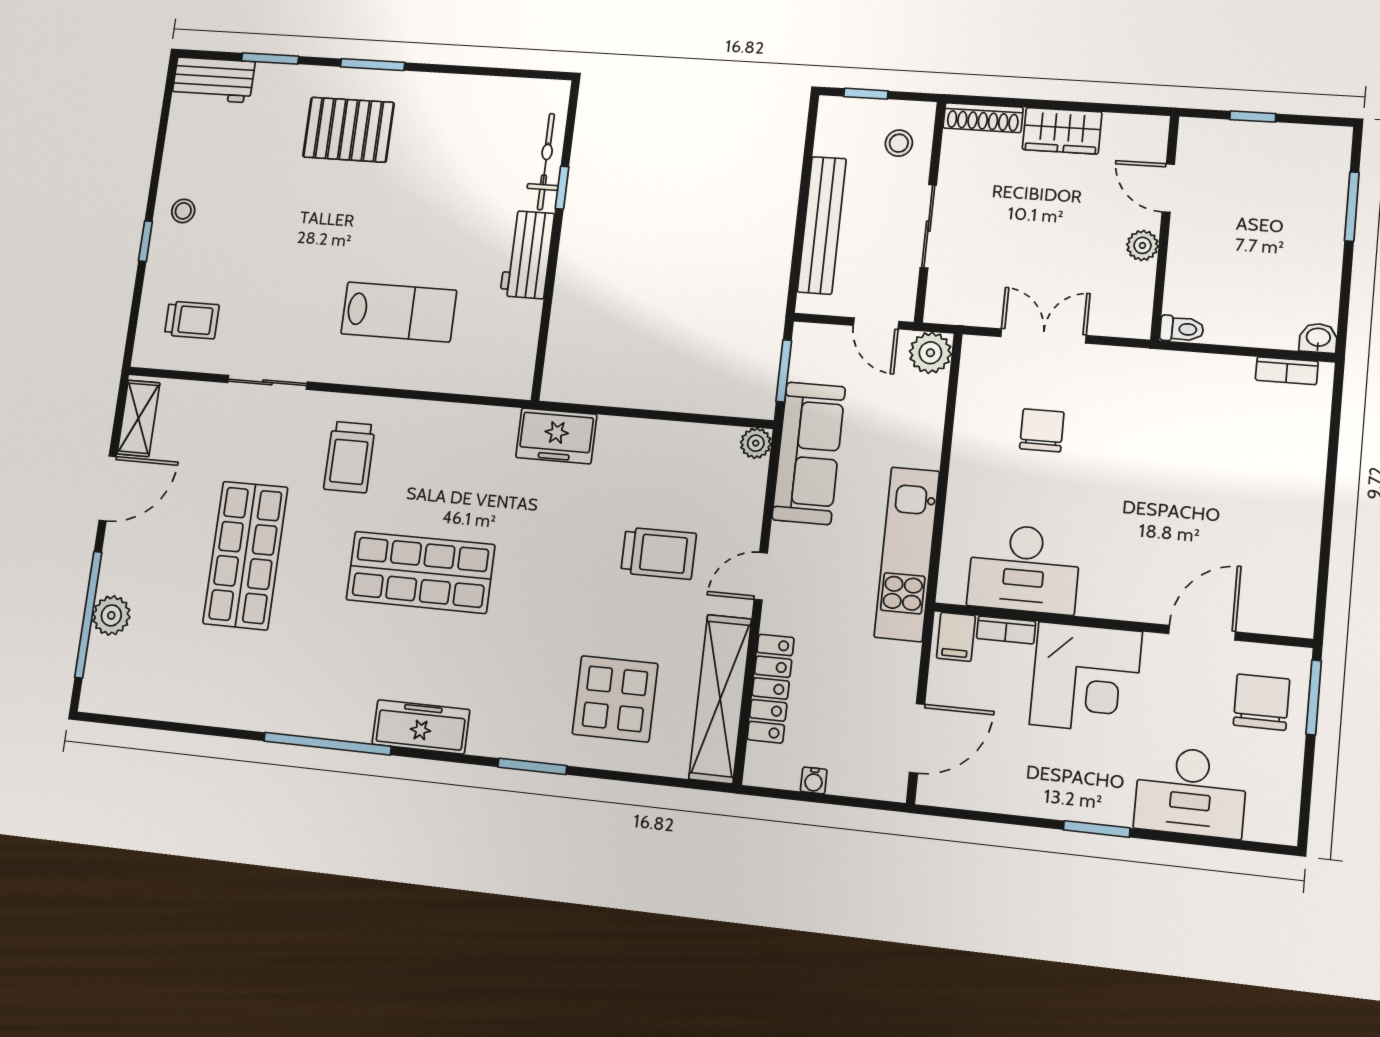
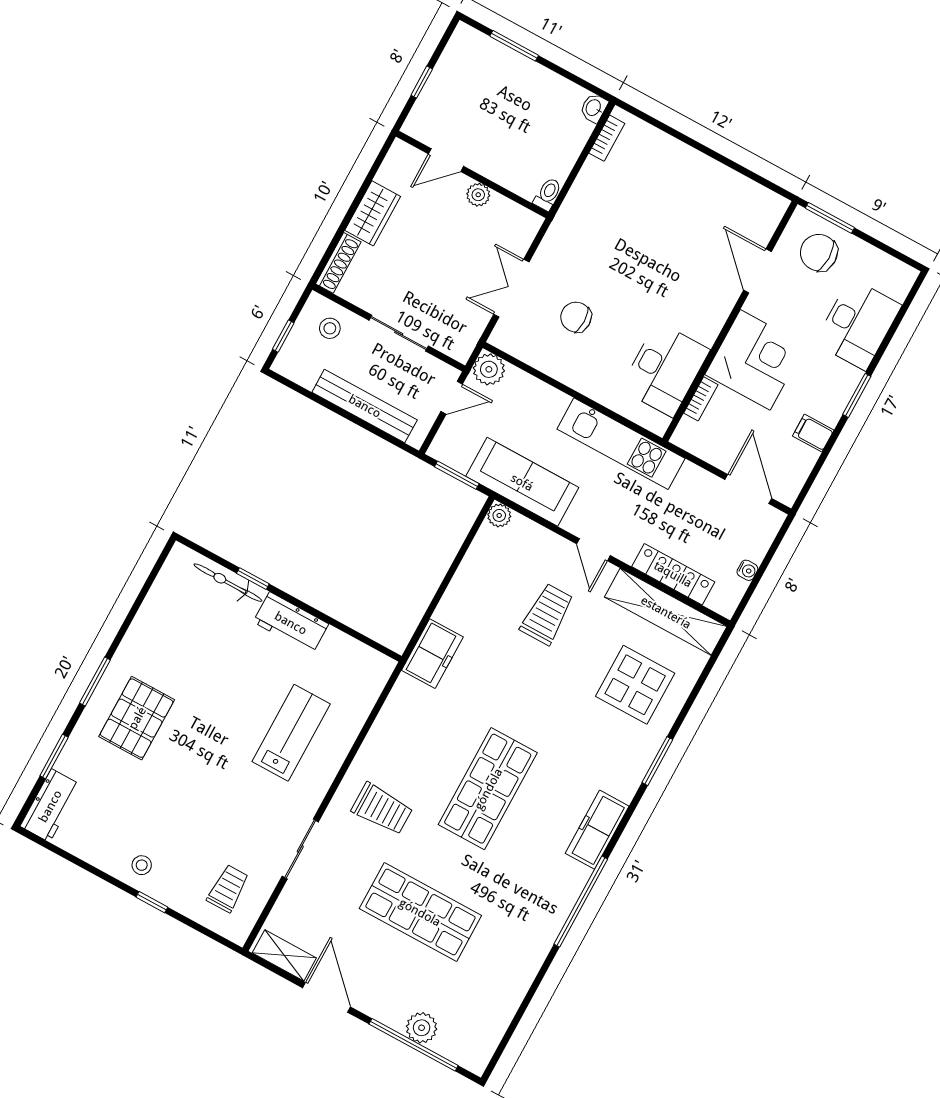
filing cabinet: (956, 637) -> (813, 433), moved, turned 180

